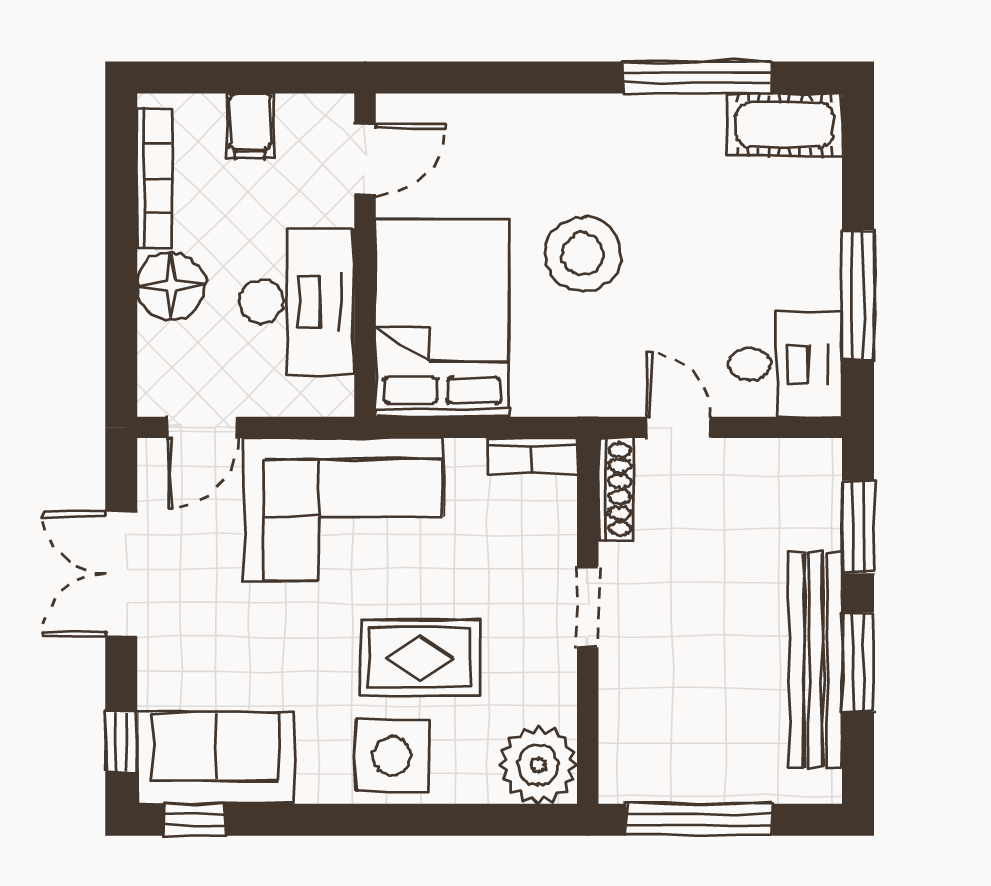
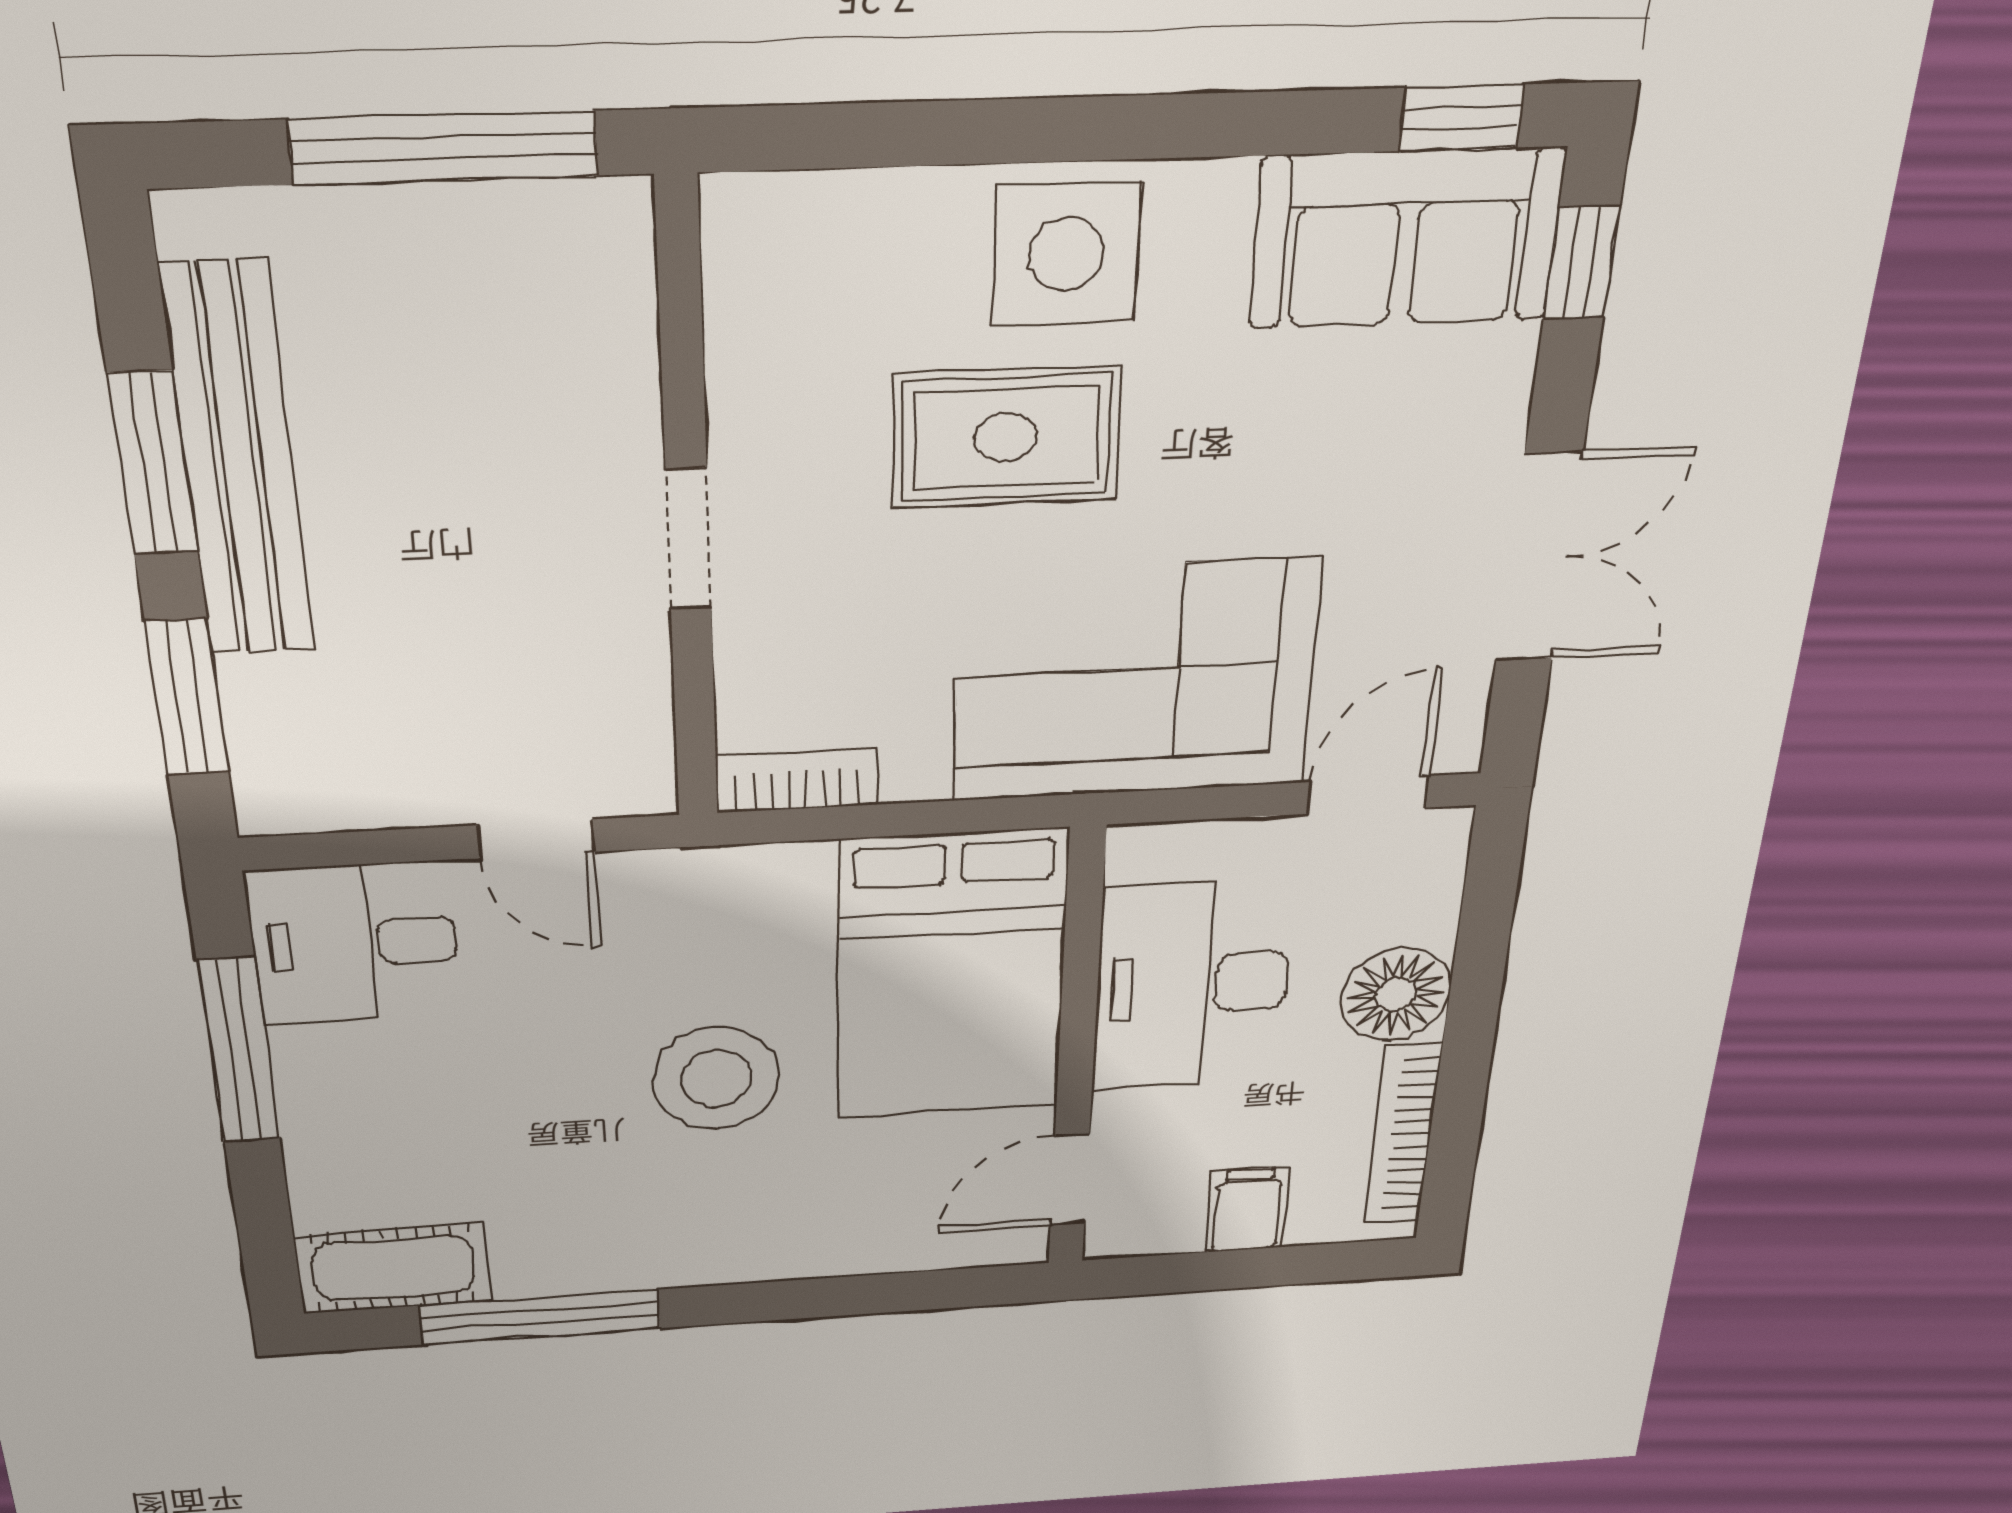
shoe rack: (616, 489) -> (644, 737), removed
plant: (538, 765) -> (777, 246), removed

